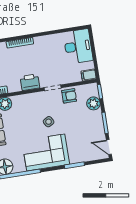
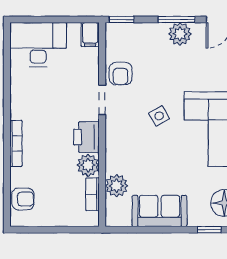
plant: (14, 86) -> (88, 165), added
armchair: (69, 96) -> (121, 74), turned 180
plant: (93, 103) -> (180, 34), moved

